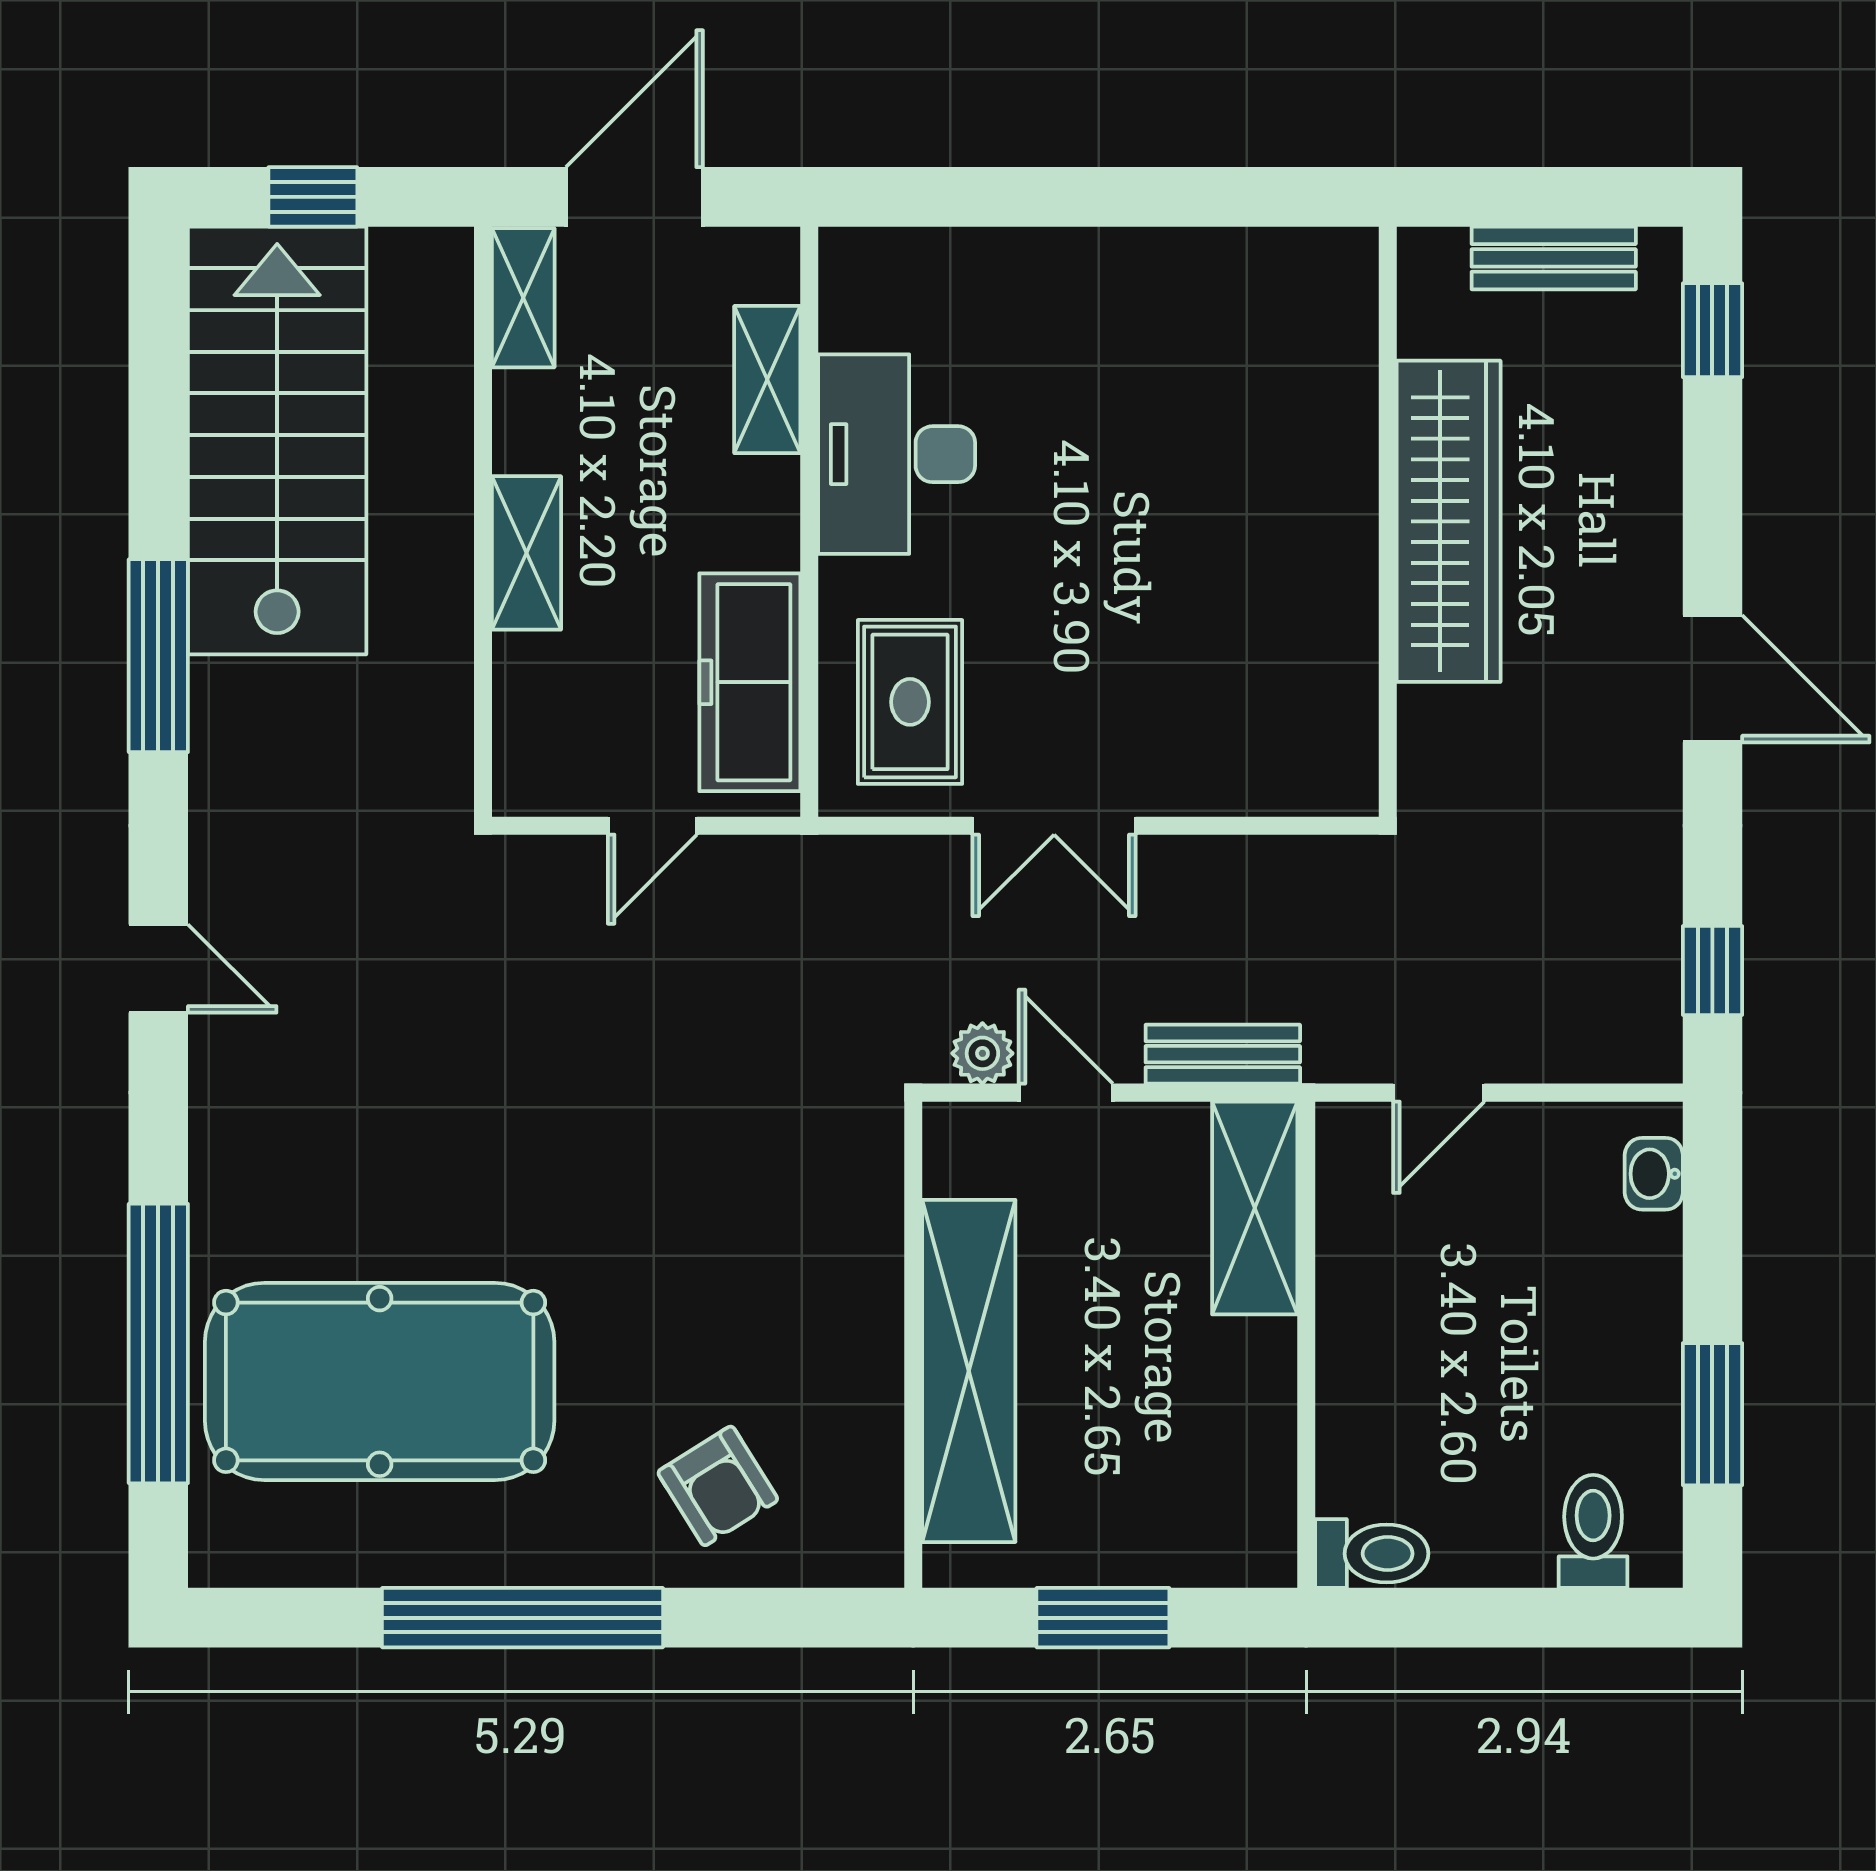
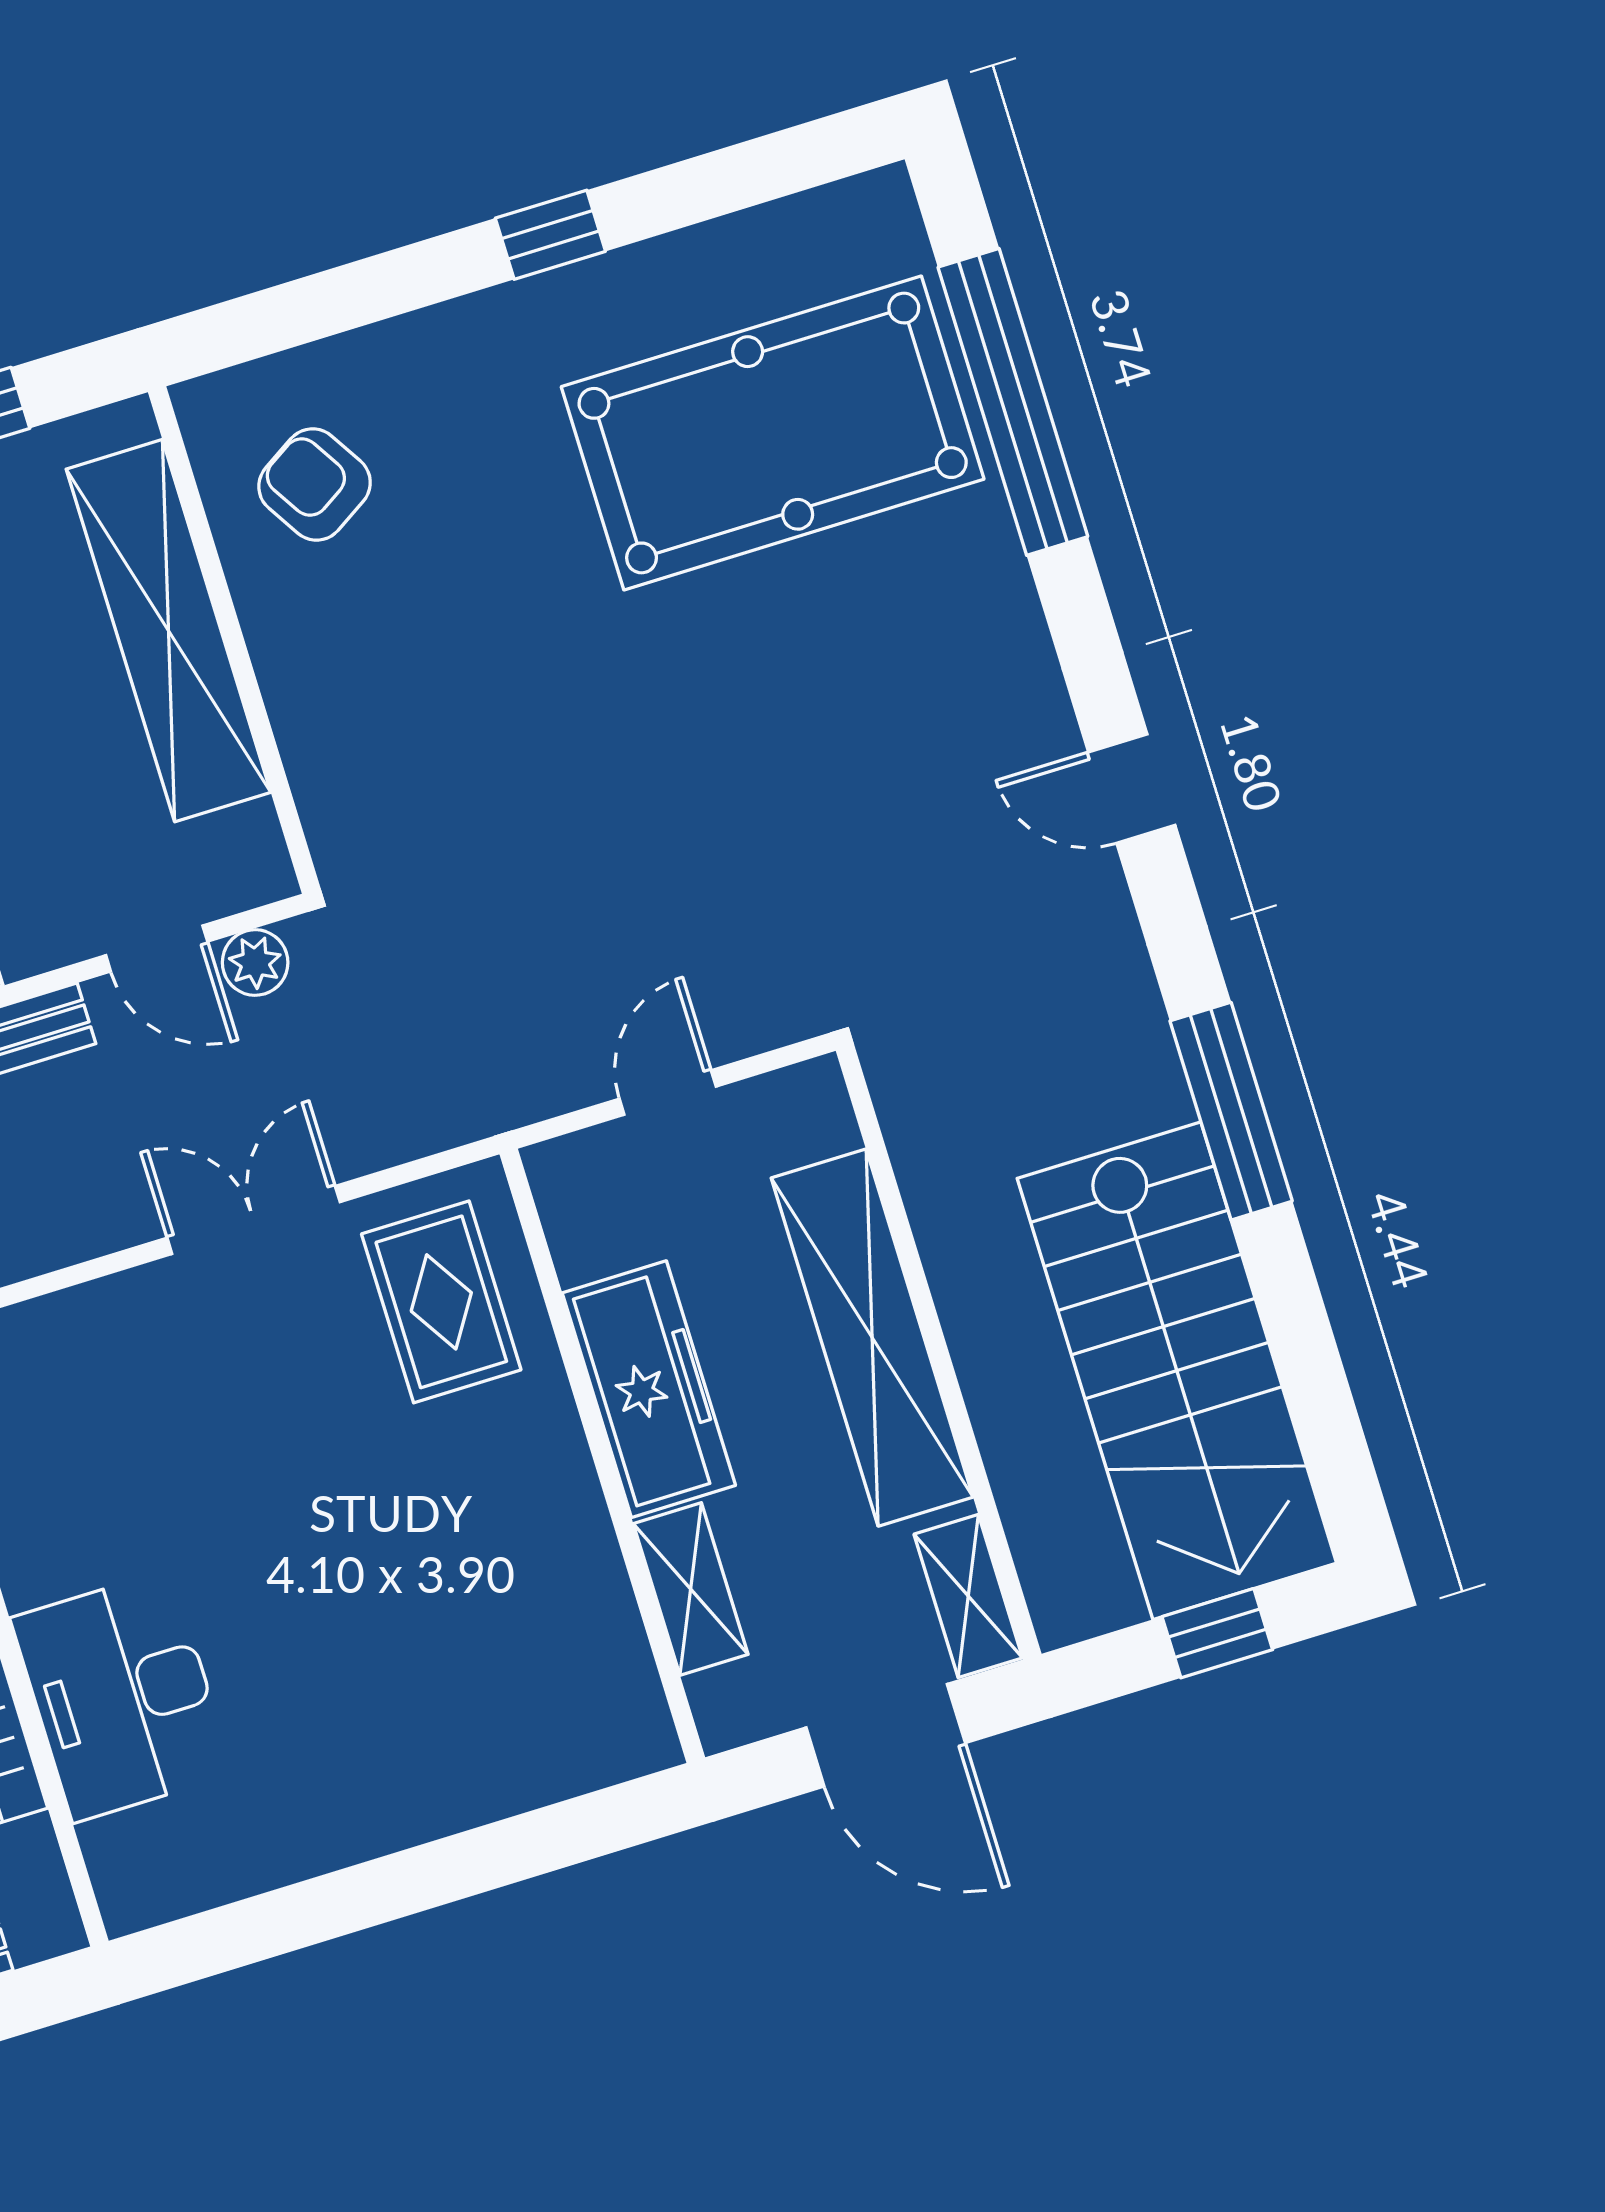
door: (634, 197) -> (886, 1735), hinge flipped
desk: (897, 454) -> (122, 1696), moved, turned 180
shelving: (527, 553) -> (872, 1338), width x2.20, depth x1.33
freezer: (750, 682) -> (649, 1389), moved
armchair: (718, 1486) -> (315, 485), moved
window: (522, 1618) -> (550, 235), width x0.32

